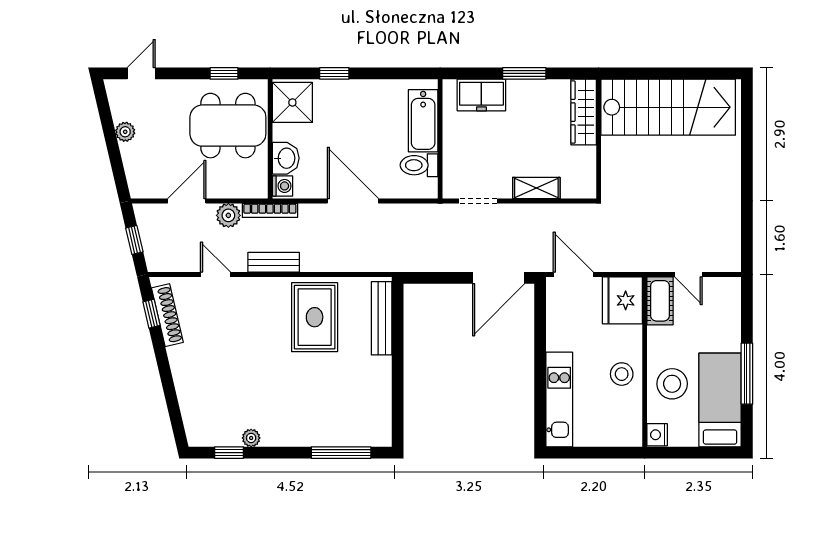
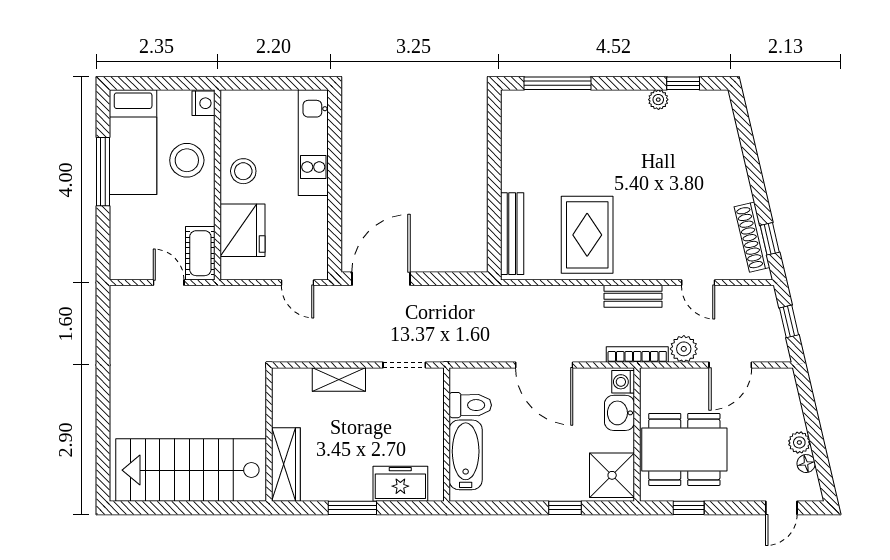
floor lamp: (119, 113) -> (806, 464), added
door: (573, 275) -> (298, 283), width x0.73
fridge: (622, 300) -> (242, 230), moved

